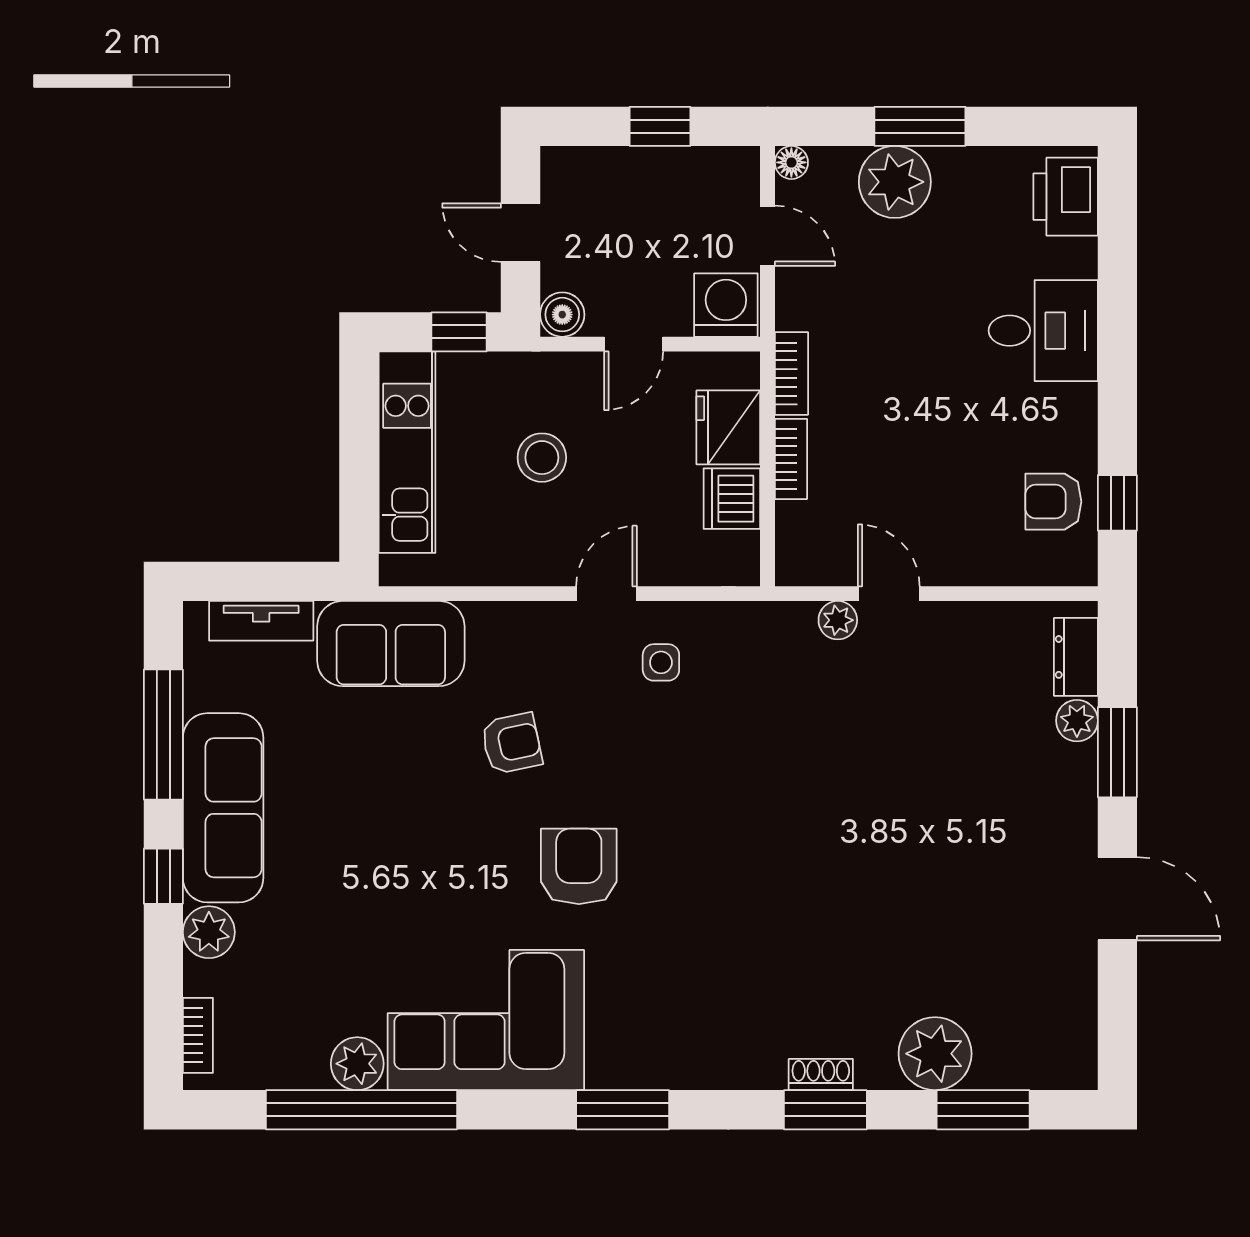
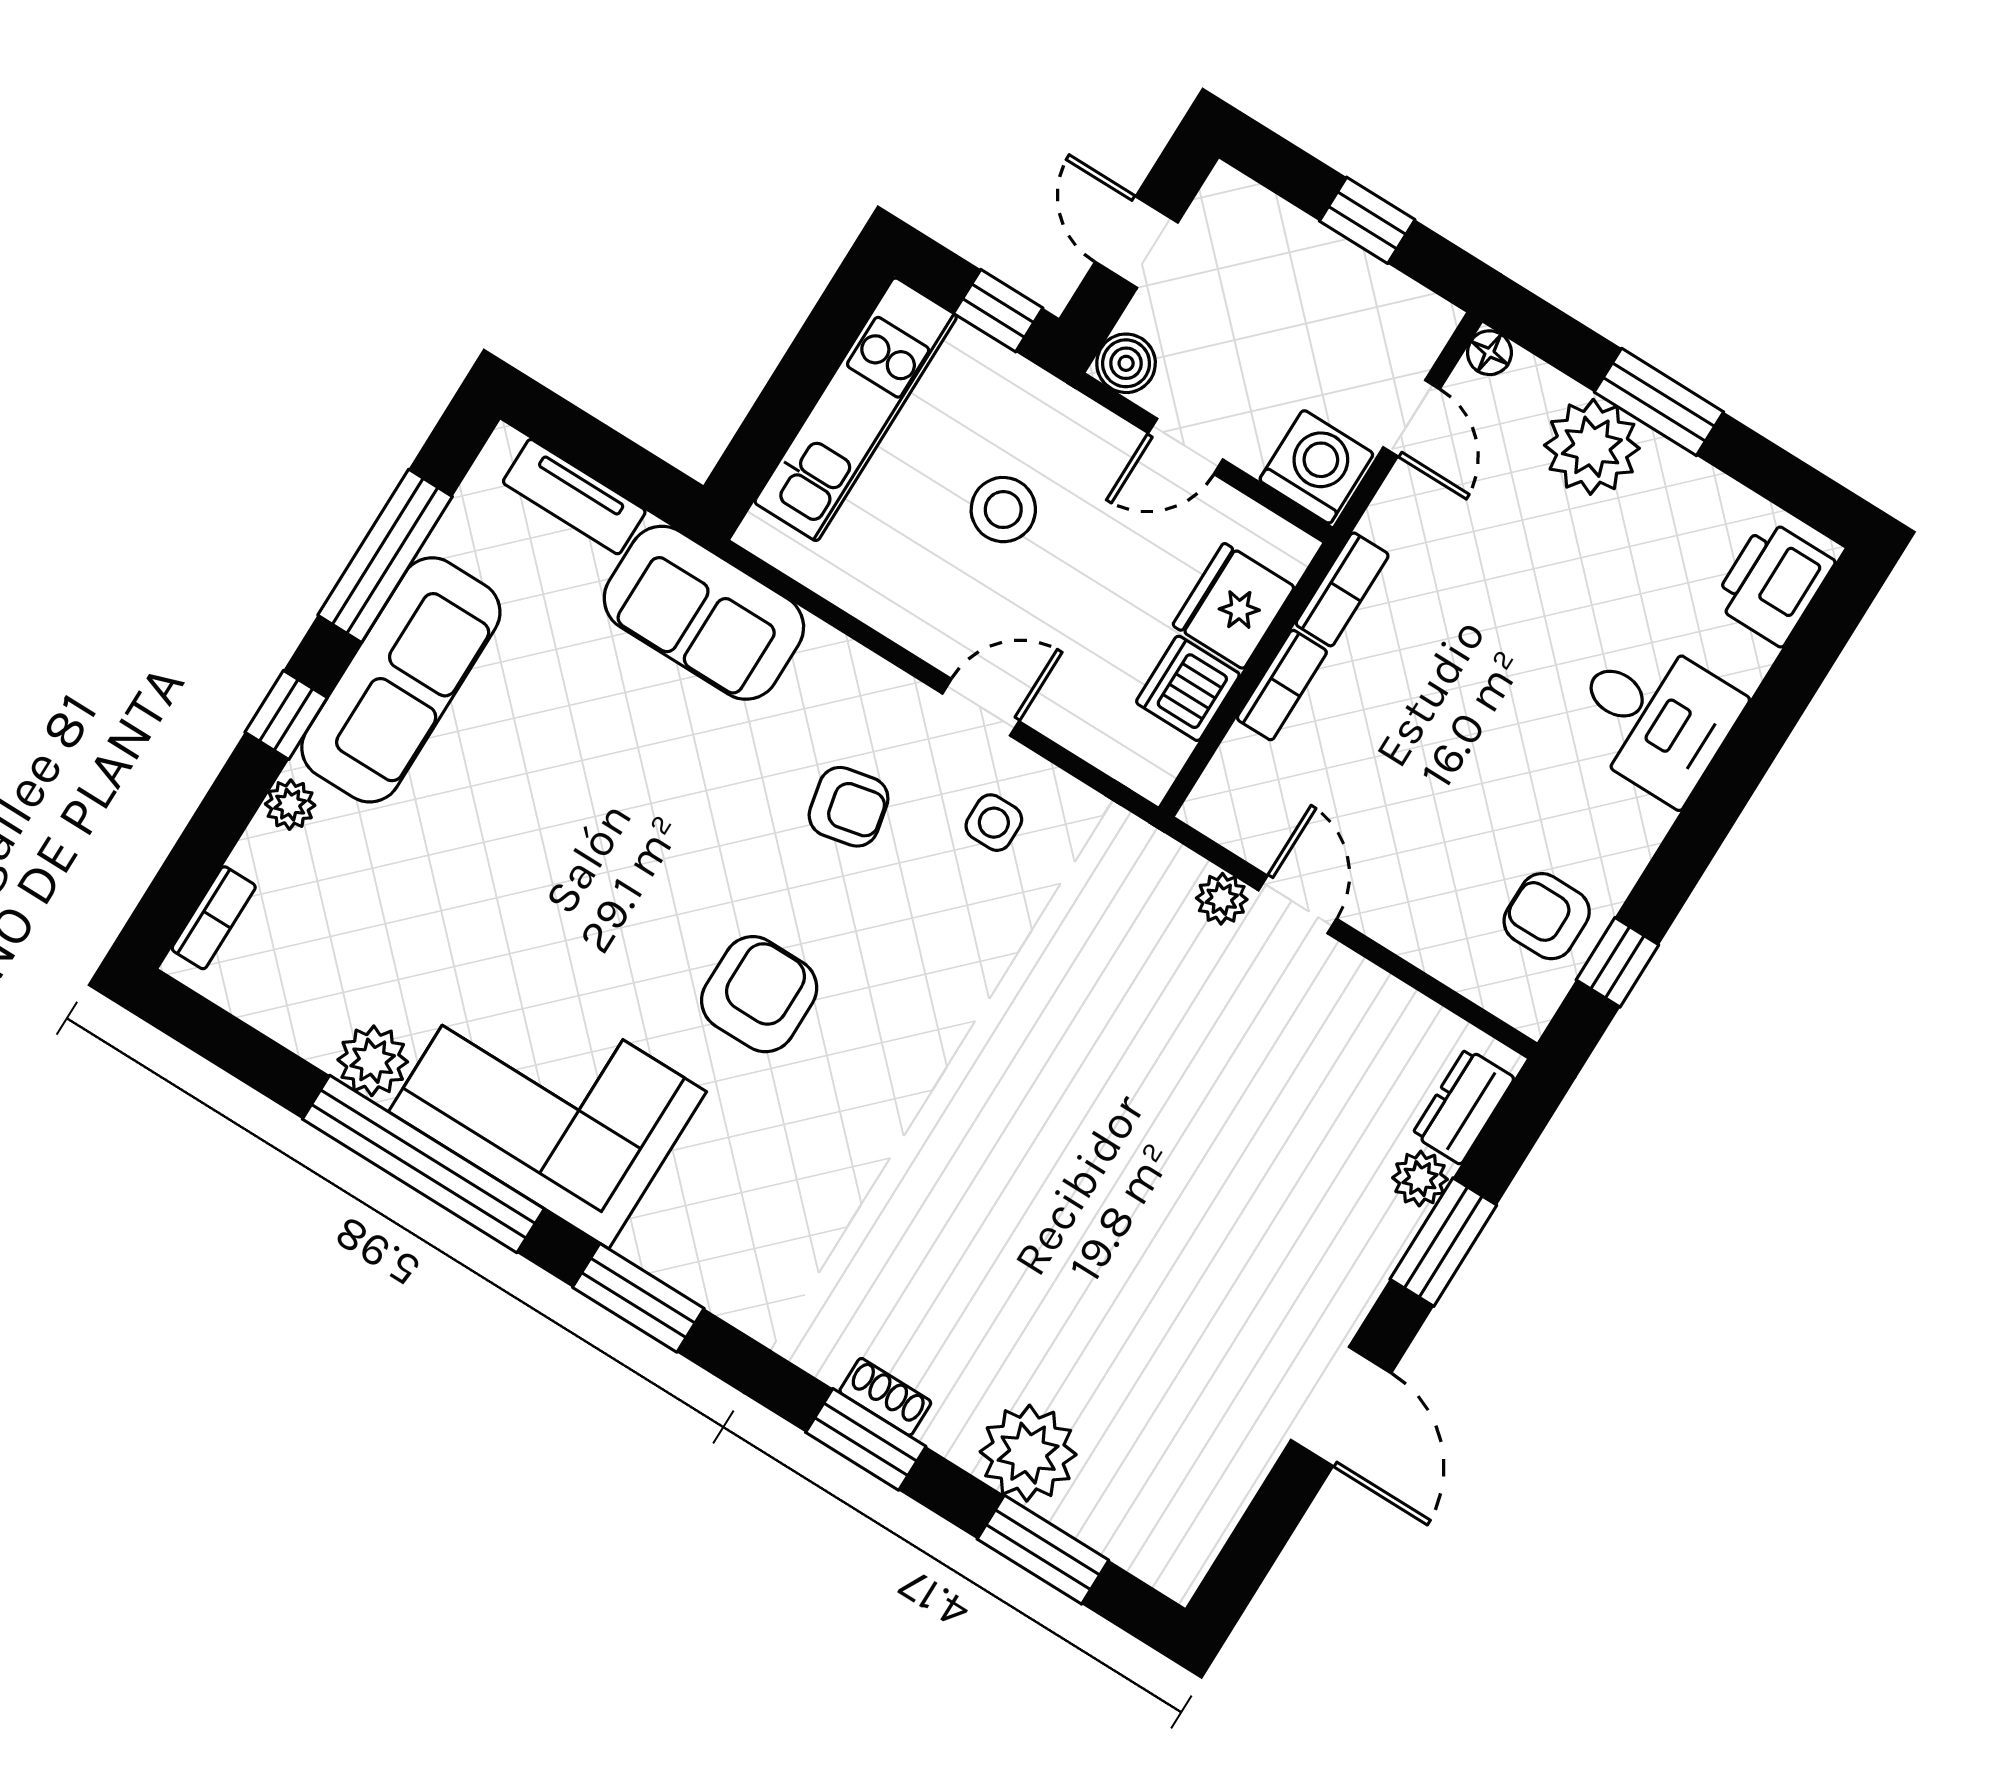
armchair: (512, 743) -> (849, 807), moved
plant: (209, 932) -> (290, 805), width x0.73, depth x0.73
window: (361, 1110) -> (423, 1164), moved

